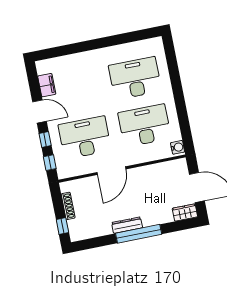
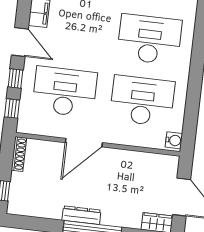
shoe rack: (68, 206) -> (19, 154), moved

